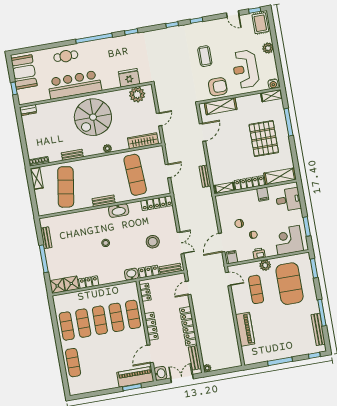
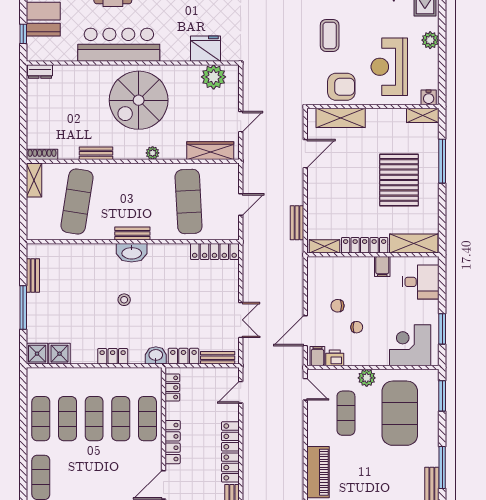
washbasin: (119, 211) -> (132, 253), moved
stool: (153, 242) -> (198, 311), removed
printer: (259, 253) -> (335, 358), moved
locker: (89, 282) -> (113, 356), moved

